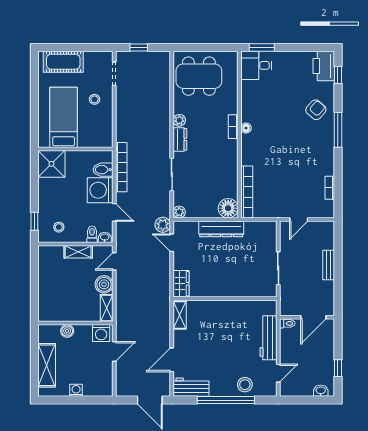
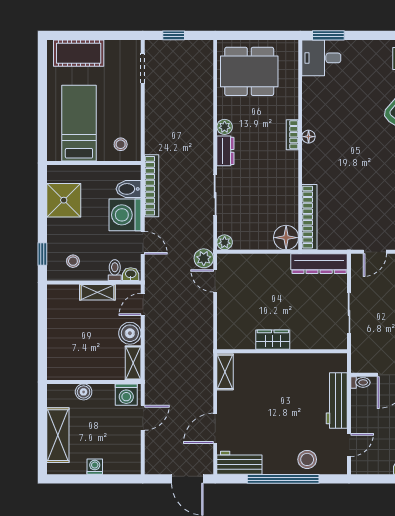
stool: (95, 99) -> (121, 144), moved
shower: (51, 164) -> (64, 200), moved
dresser: (221, 229) -> (319, 264), moved
wardrobe: (181, 284) -> (273, 340), moved, turned -90

